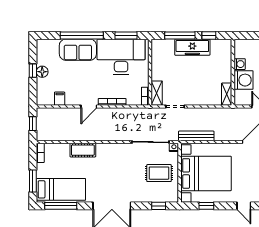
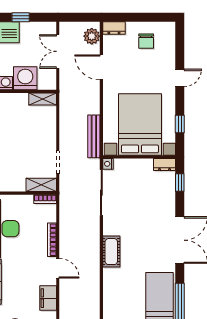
filing cabinet: (60, 99) -> (48, 298), width x2.00
cot: (83, 150) -> (111, 252), moved
rug: (159, 173) -> (140, 182), removed
dresser: (173, 193) -> (165, 164), added

